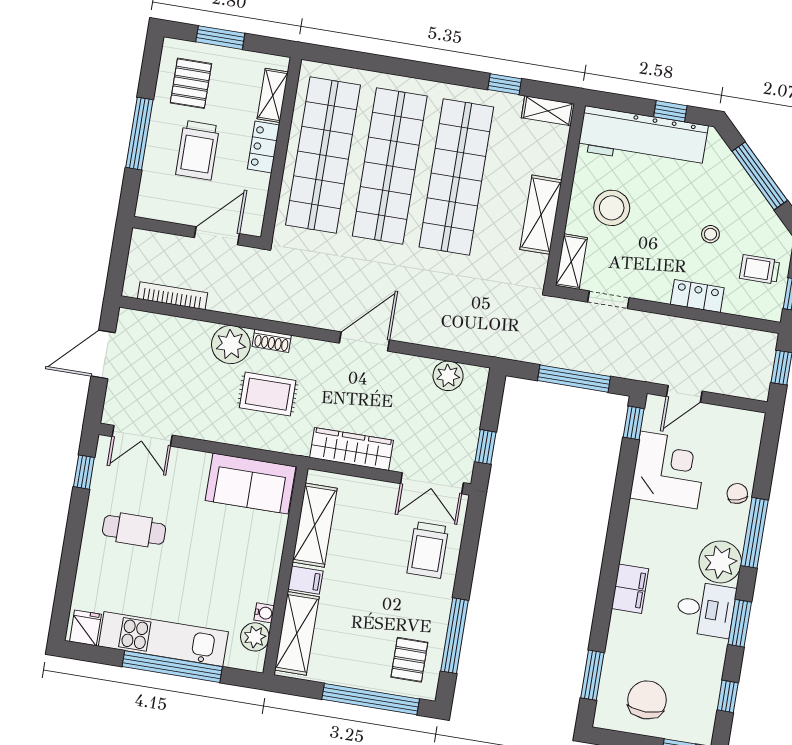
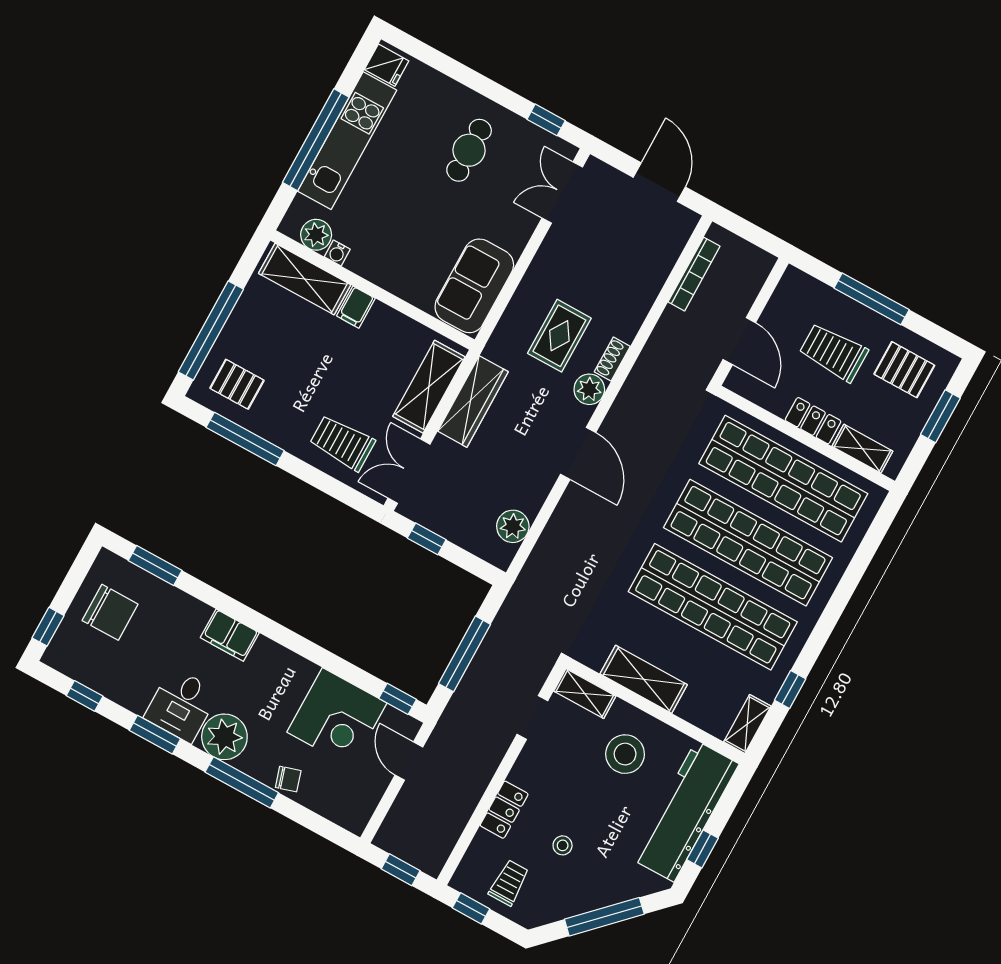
plant: (231, 345) -> (589, 389), moved, width x0.73, depth x0.73
shelving: (315, 525) -> (429, 387), moved, turned 90

